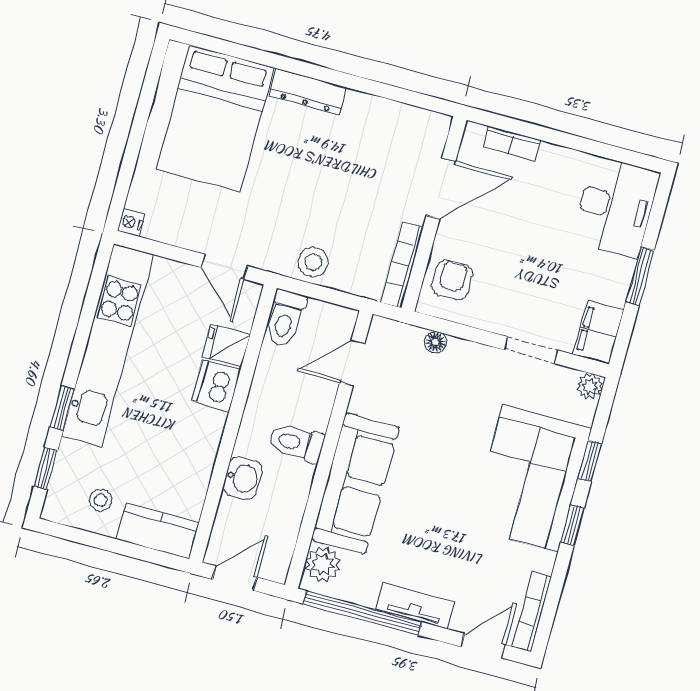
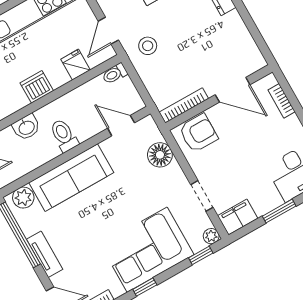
stool: (313, 262) -> (148, 46), moved
armchair: (452, 280) -> (198, 133), width x1.38, depth x1.38
toilet: (285, 318) -> (115, 74), width x0.73, depth x0.72
floor lamp: (435, 342) -> (160, 155), width x1.89, depth x1.89
dishwasher: (216, 385) -> (37, 87), moved
window: (590, 461) -> (201, 255), moved

